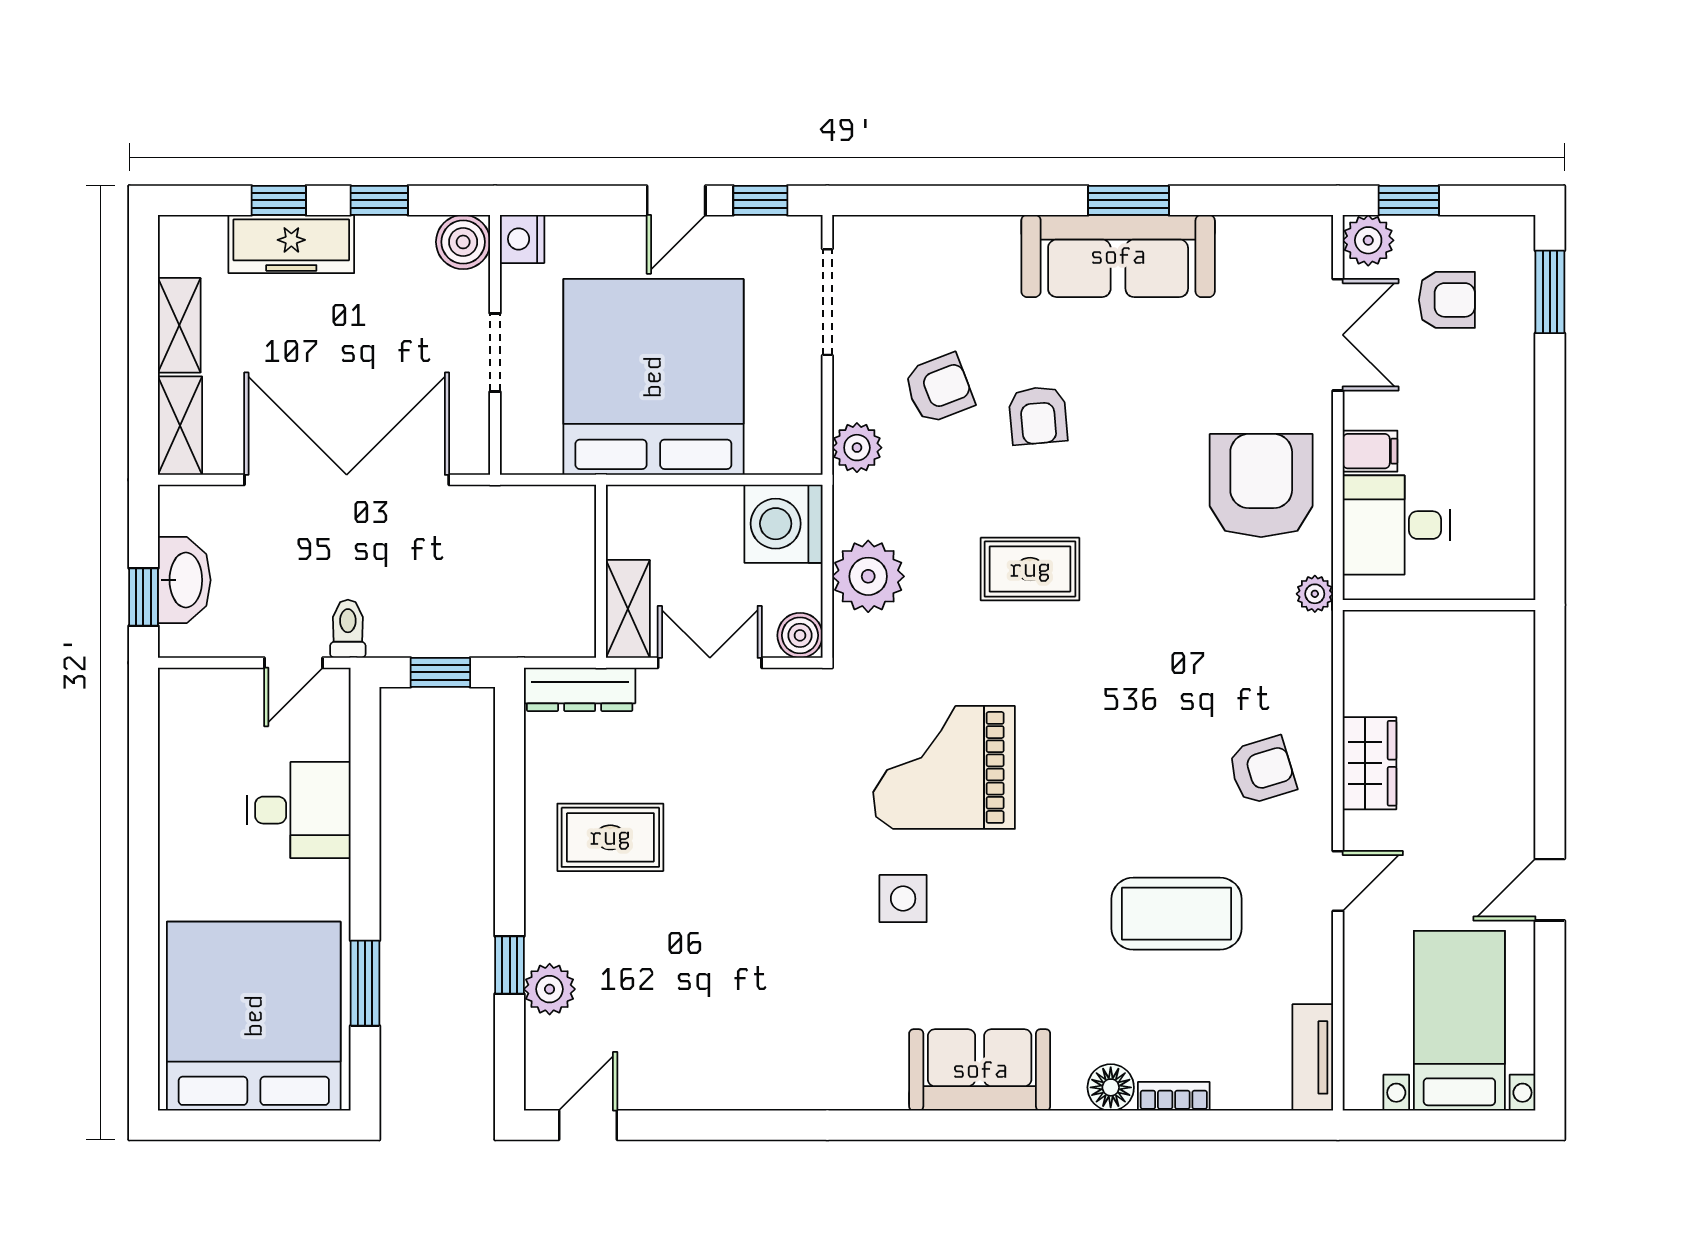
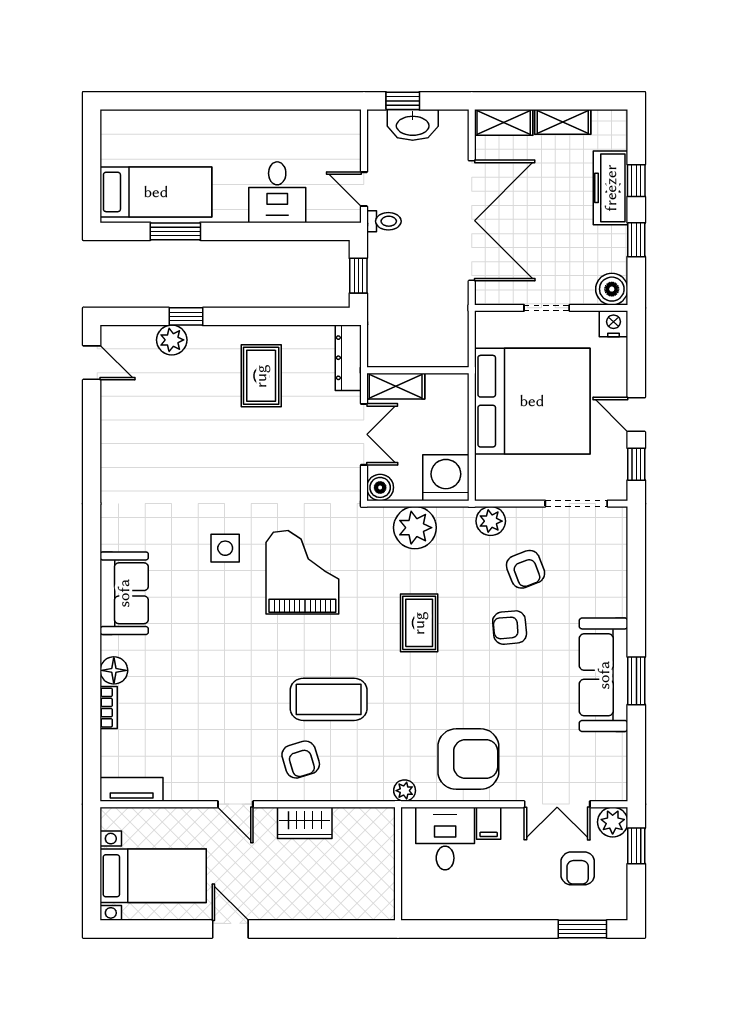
coffee table: (1177, 914) -> (329, 699), moved, turned 90
bed: (254, 1016) -> (156, 192), width x0.49

